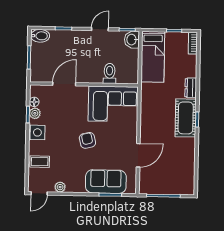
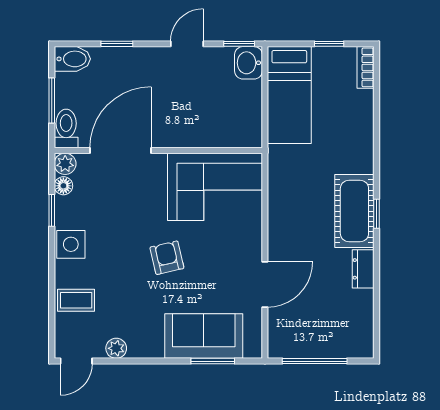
toilet: (110, 73) -> (66, 128), moved
door: (64, 84) -> (120, 150), width x1.36
dresser: (191, 88) -> (363, 269), moved
plant: (35, 113) -> (65, 164), moved

